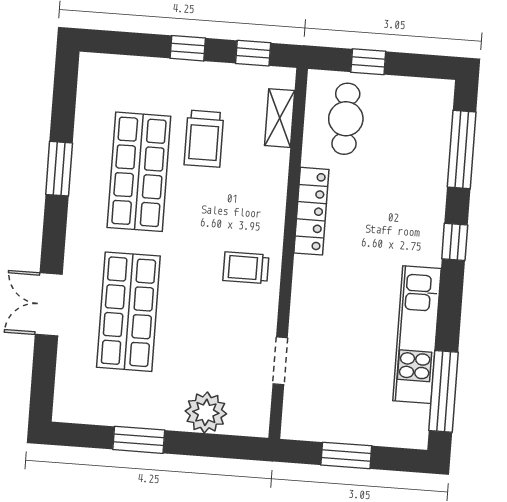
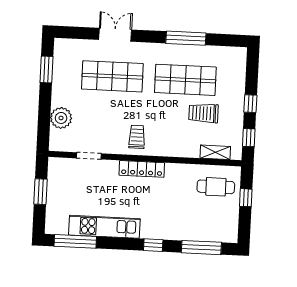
window: (59, 169) -> (186, 38), width x1.44
locker: (311, 211) -> (142, 169), moved
window: (139, 440) -> (47, 69), moved

